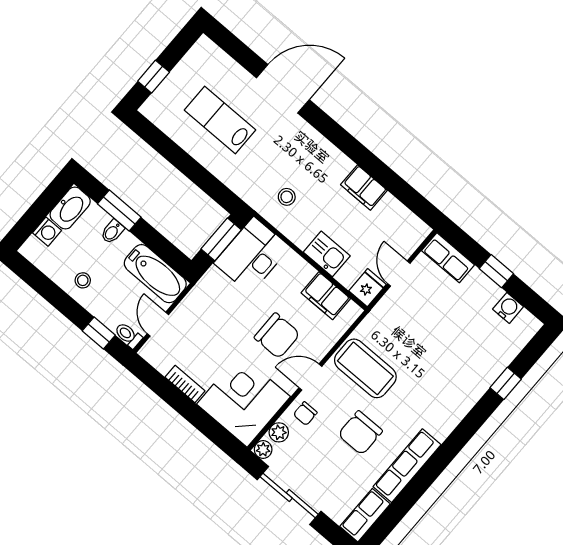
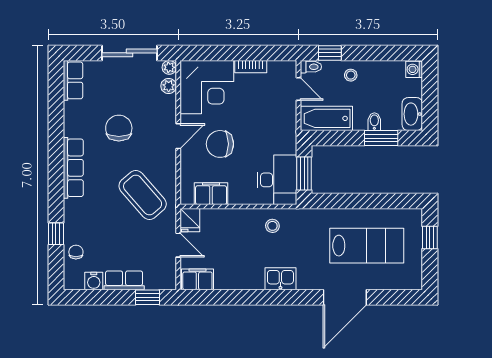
lab bench: (220, 120) -> (367, 246), width x1.36, depth x1.39
filing cabinet: (364, 188) -> (197, 279), moved
stool: (287, 197) -> (272, 226), moved
washing machine: (47, 232) -> (414, 69), moved
kitchen sink: (327, 254) -> (280, 279), moved, turned 180
row of seats: (448, 258) -> (124, 280), moved
window: (496, 271) -> (148, 297), moved
stool: (83, 280) -> (351, 75), moved
coffee table: (365, 368) -> (143, 195), moved, turned 49
chair: (305, 414) -> (76, 252), moved
row of seats: (407, 466) -> (73, 168), moved

